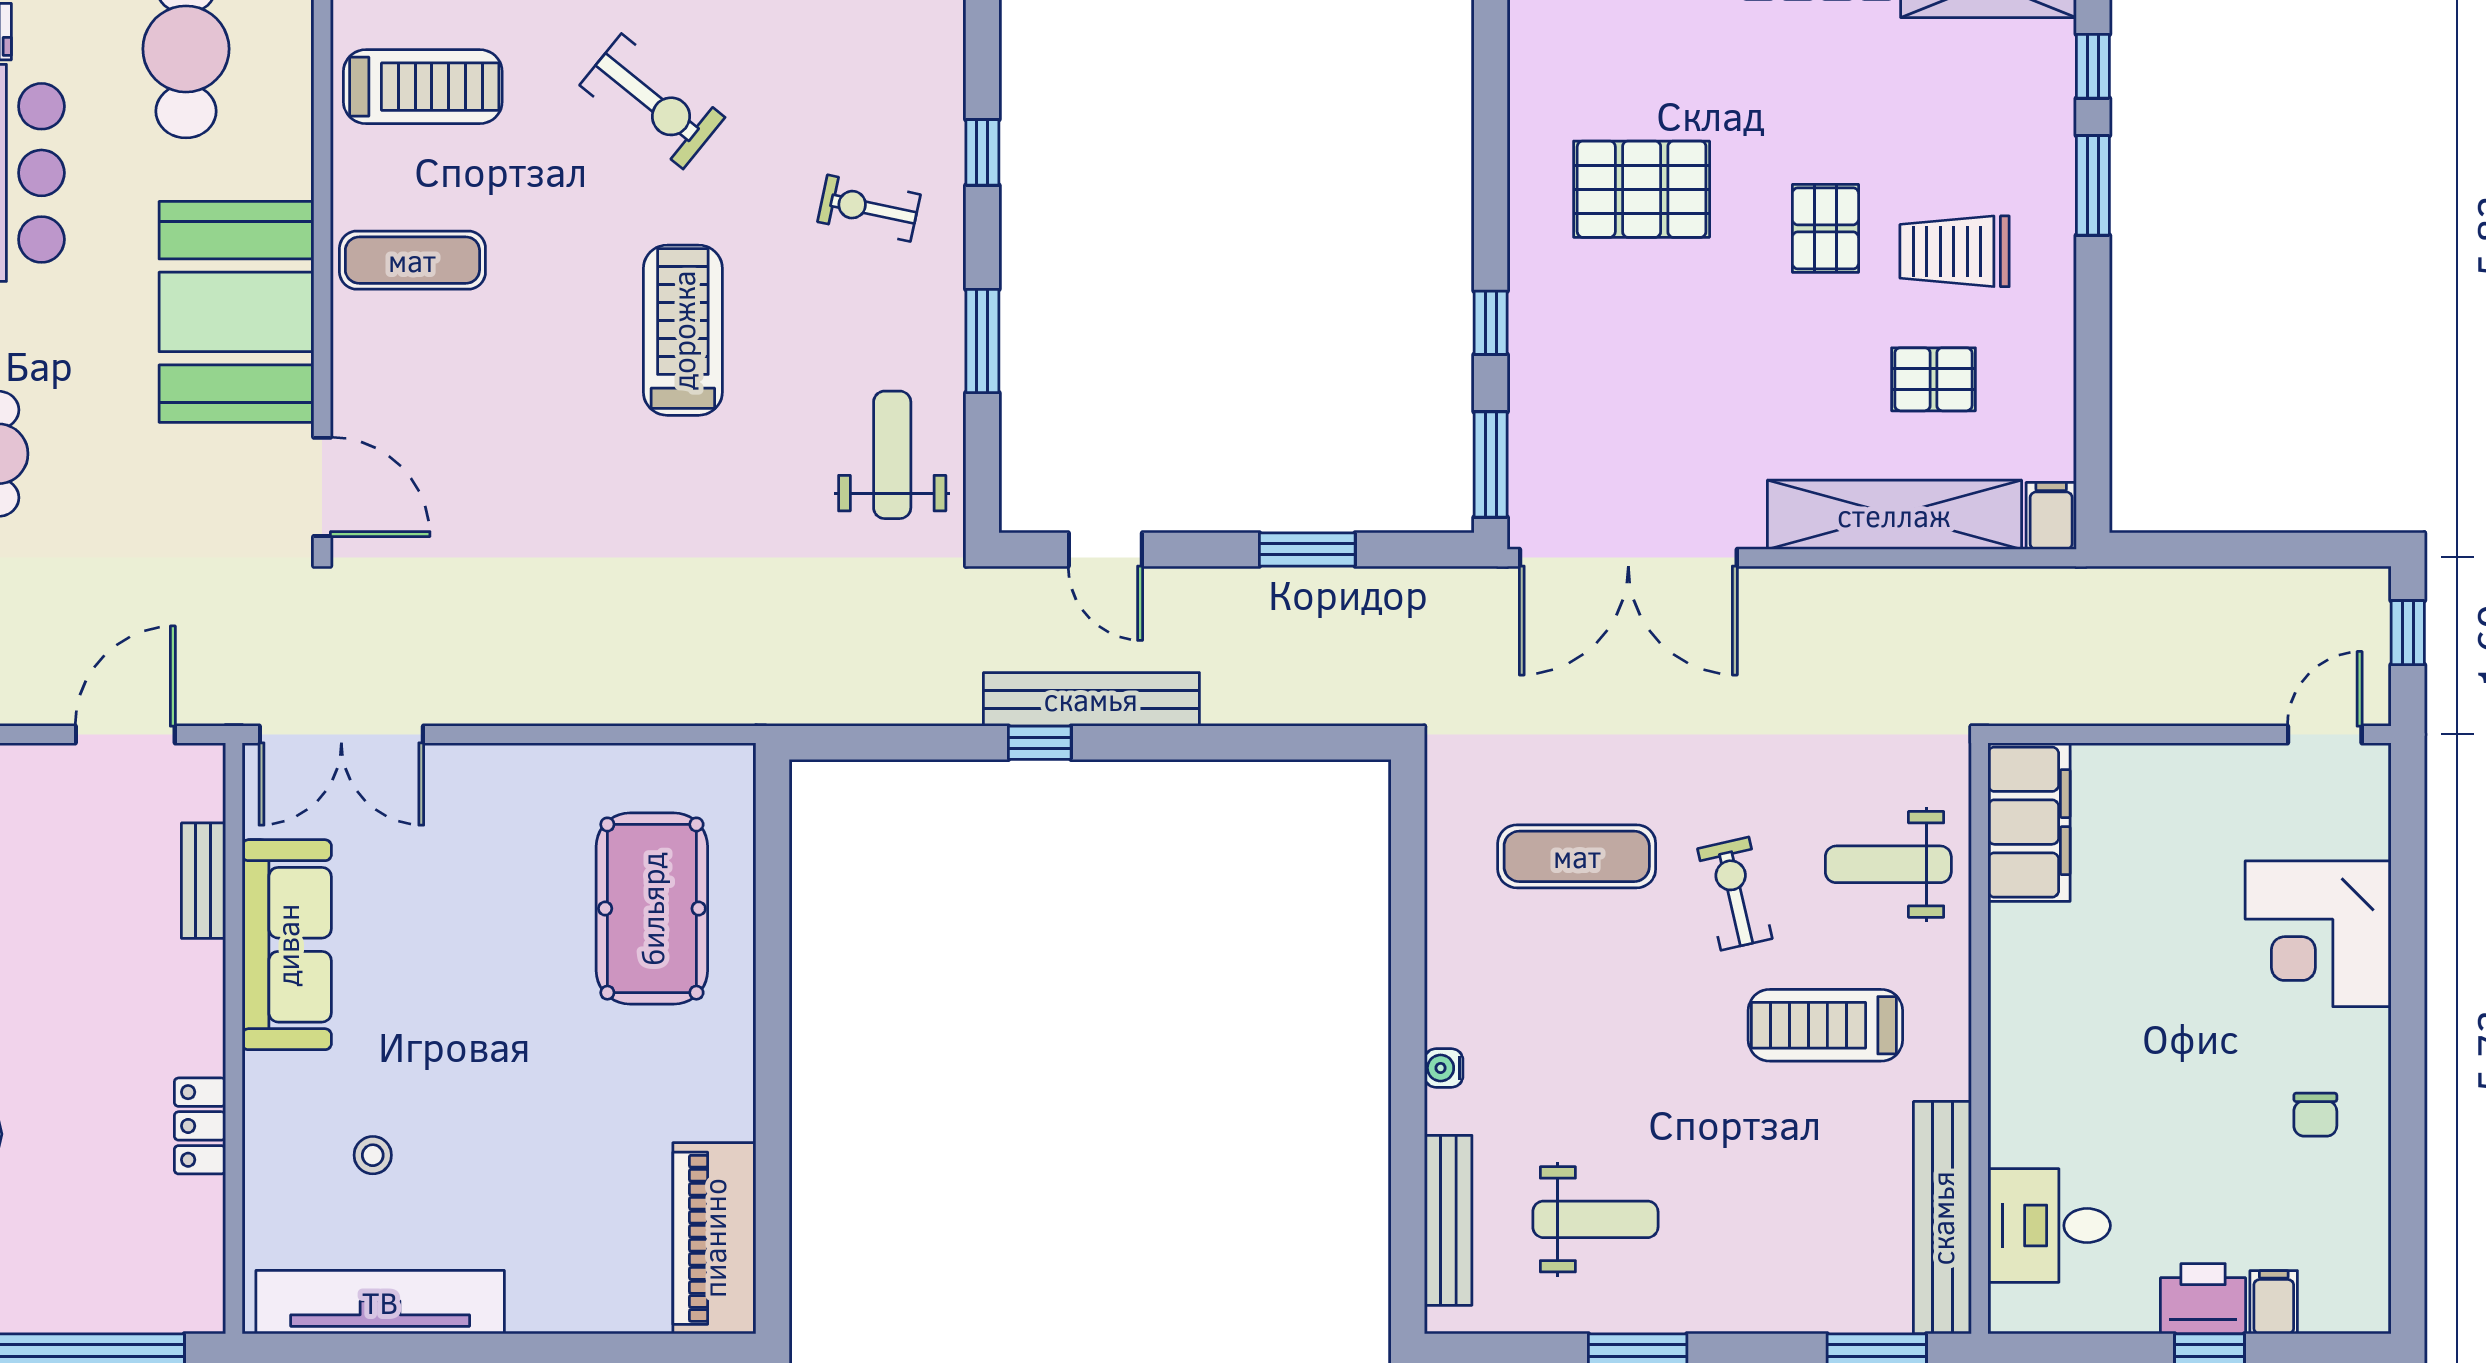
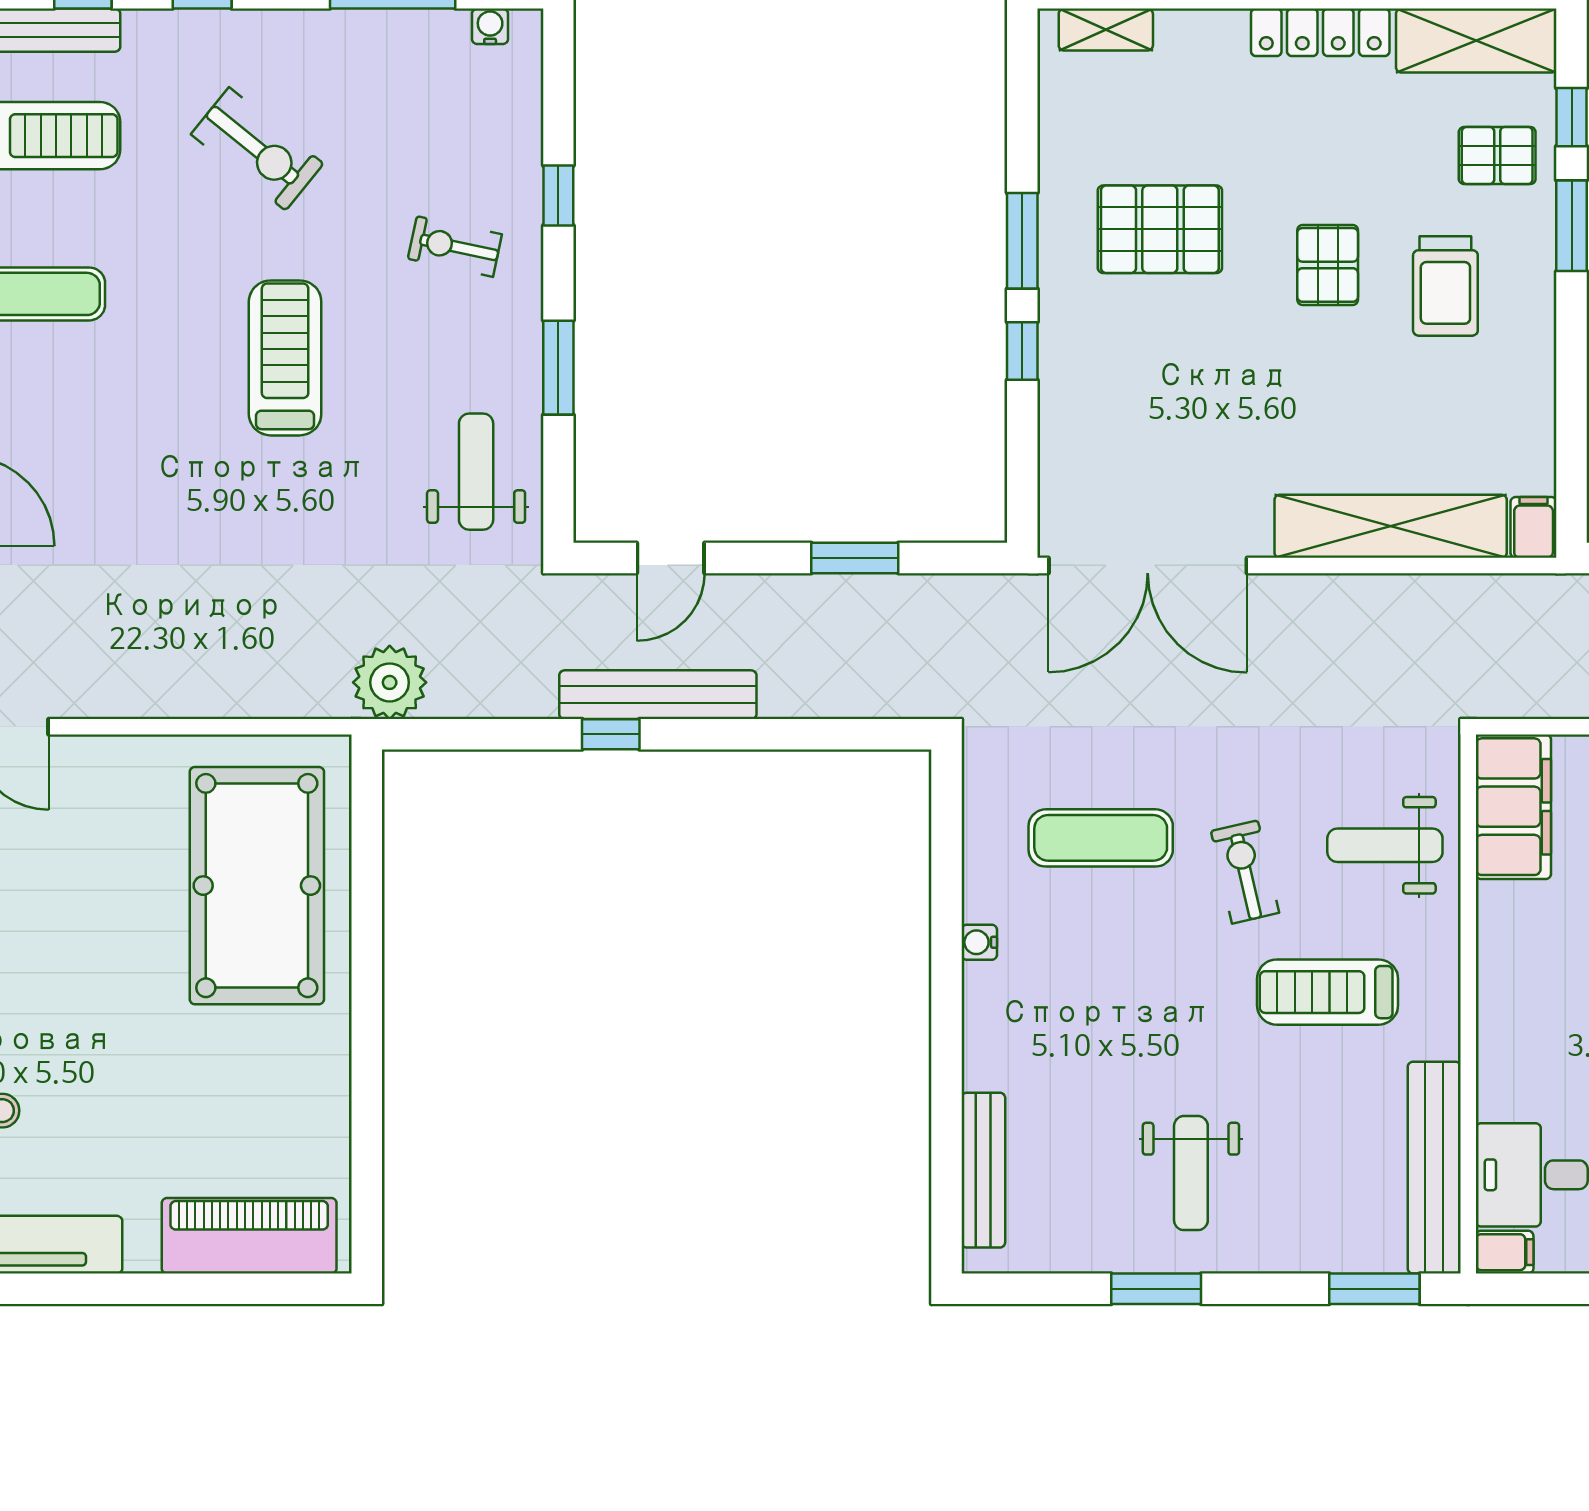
trolley: (1955, 251) -> (1445, 286), turned -90
pallet: (1933, 379) -> (1497, 156), moved
window: (1491, 465) -> (1022, 241), moved
door: (1105, 549) -> (671, 558), hinge flipped
plant: (797, 686) -> (390, 682), added
pool table: (652, 909) -> (257, 886), width x1.36, depth x1.32
water cooler: (1444, 1068) -> (979, 942), moved
weight bench: (1595, 1219) -> (1191, 1173), moved, turned 90
piano: (714, 1238) -> (249, 1236), moved, turned 90
filing cabinet: (2019, 1310) -> (1505, 1252), added

